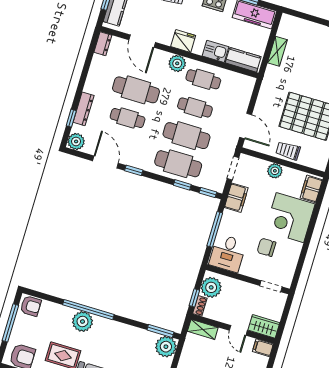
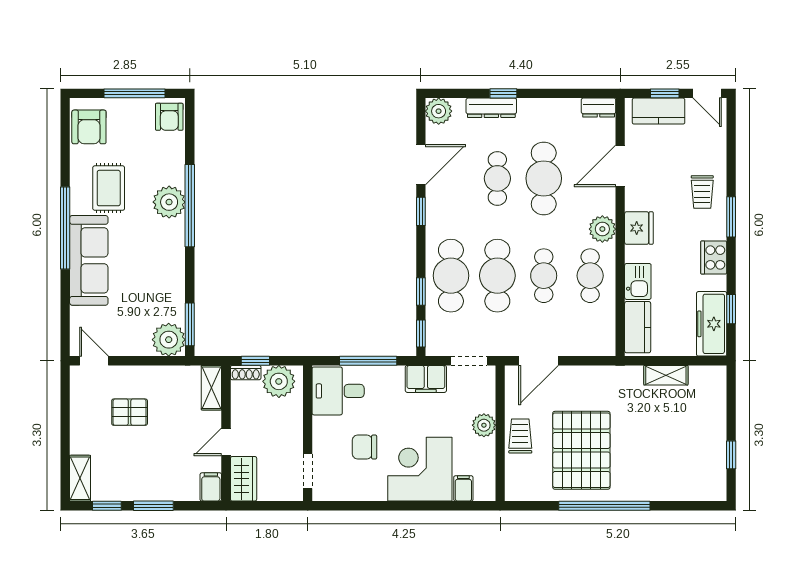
window: (71, 118) -> (503, 93), moved
filing cabinet: (311, 189) -> (463, 488), width x0.50
chair: (266, 247) -> (364, 447), turned -90

